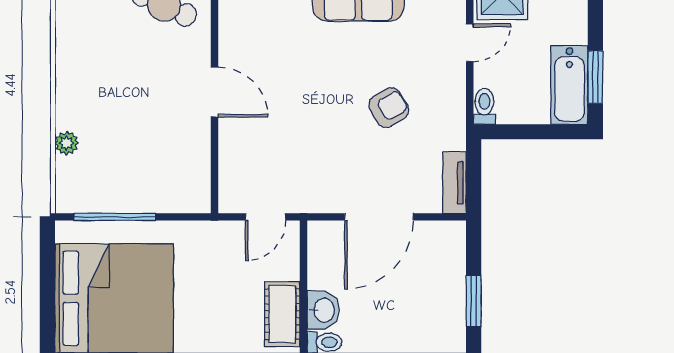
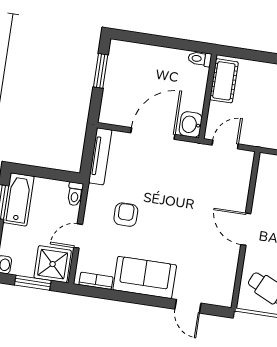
armchair: (389, 108) -> (126, 215), moved, turned 121
tv unit: (454, 183) -> (100, 156), width x1.41
washbasin: (323, 310) -> (191, 125), moved

